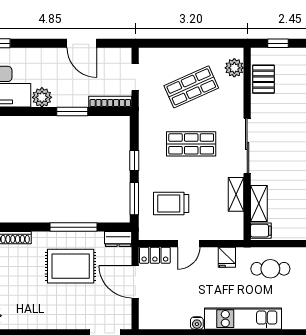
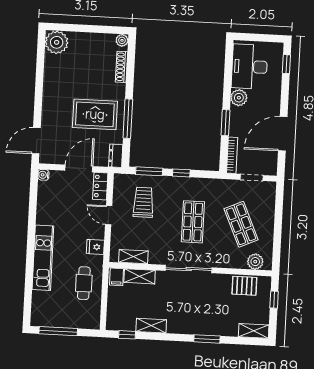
door: (82, 43) -> (283, 134), width x1.36
shelving: (236, 194) -> (133, 257), moved
rug: (71, 266) -> (95, 114), turned 90
water cooler: (197, 323) -> (43, 175), moved

